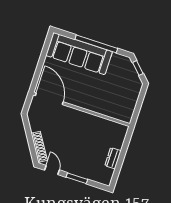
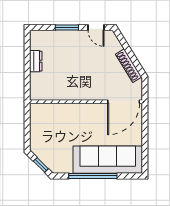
door: (49, 99) -> (124, 102), hinge flipped
shoe rack: (39, 147) -> (129, 66), moved

